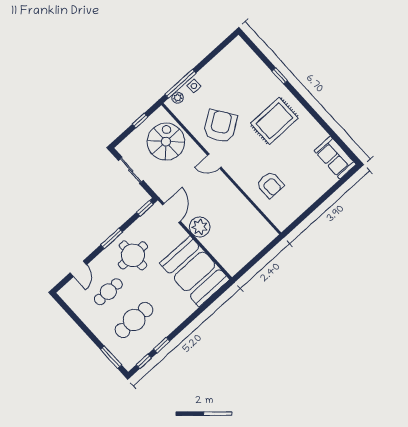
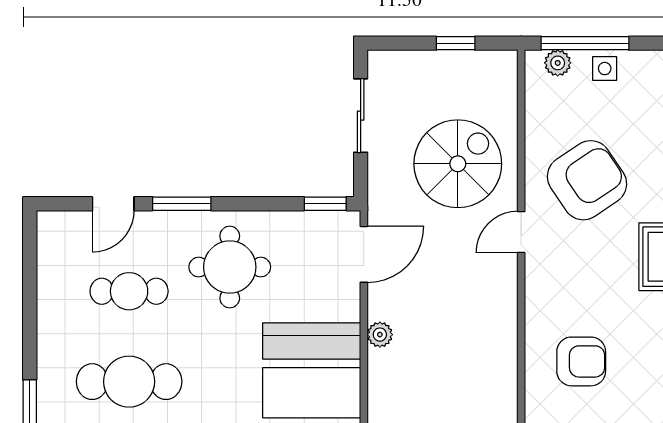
spiral stairs: (166, 142) -> (458, 164), moved
door: (214, 161) -> (521, 232), hinge flipped
armchair: (270, 185) -> (581, 361), turned -90
plant: (200, 227) -> (380, 335), width x0.53, depth x0.53
window: (112, 238) -> (182, 204), moved

